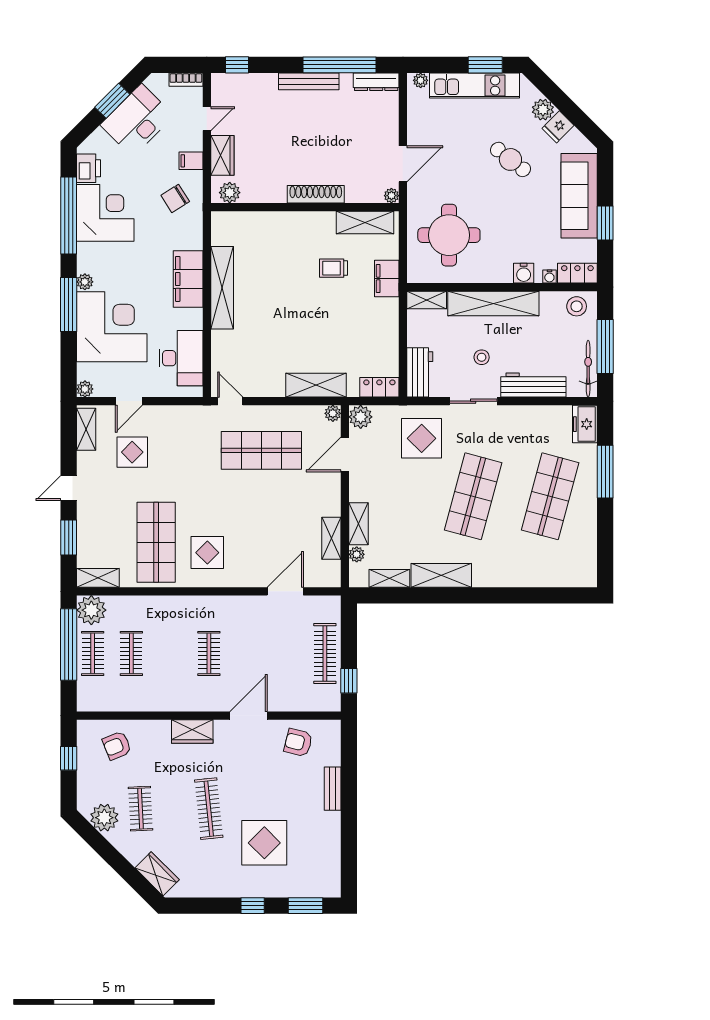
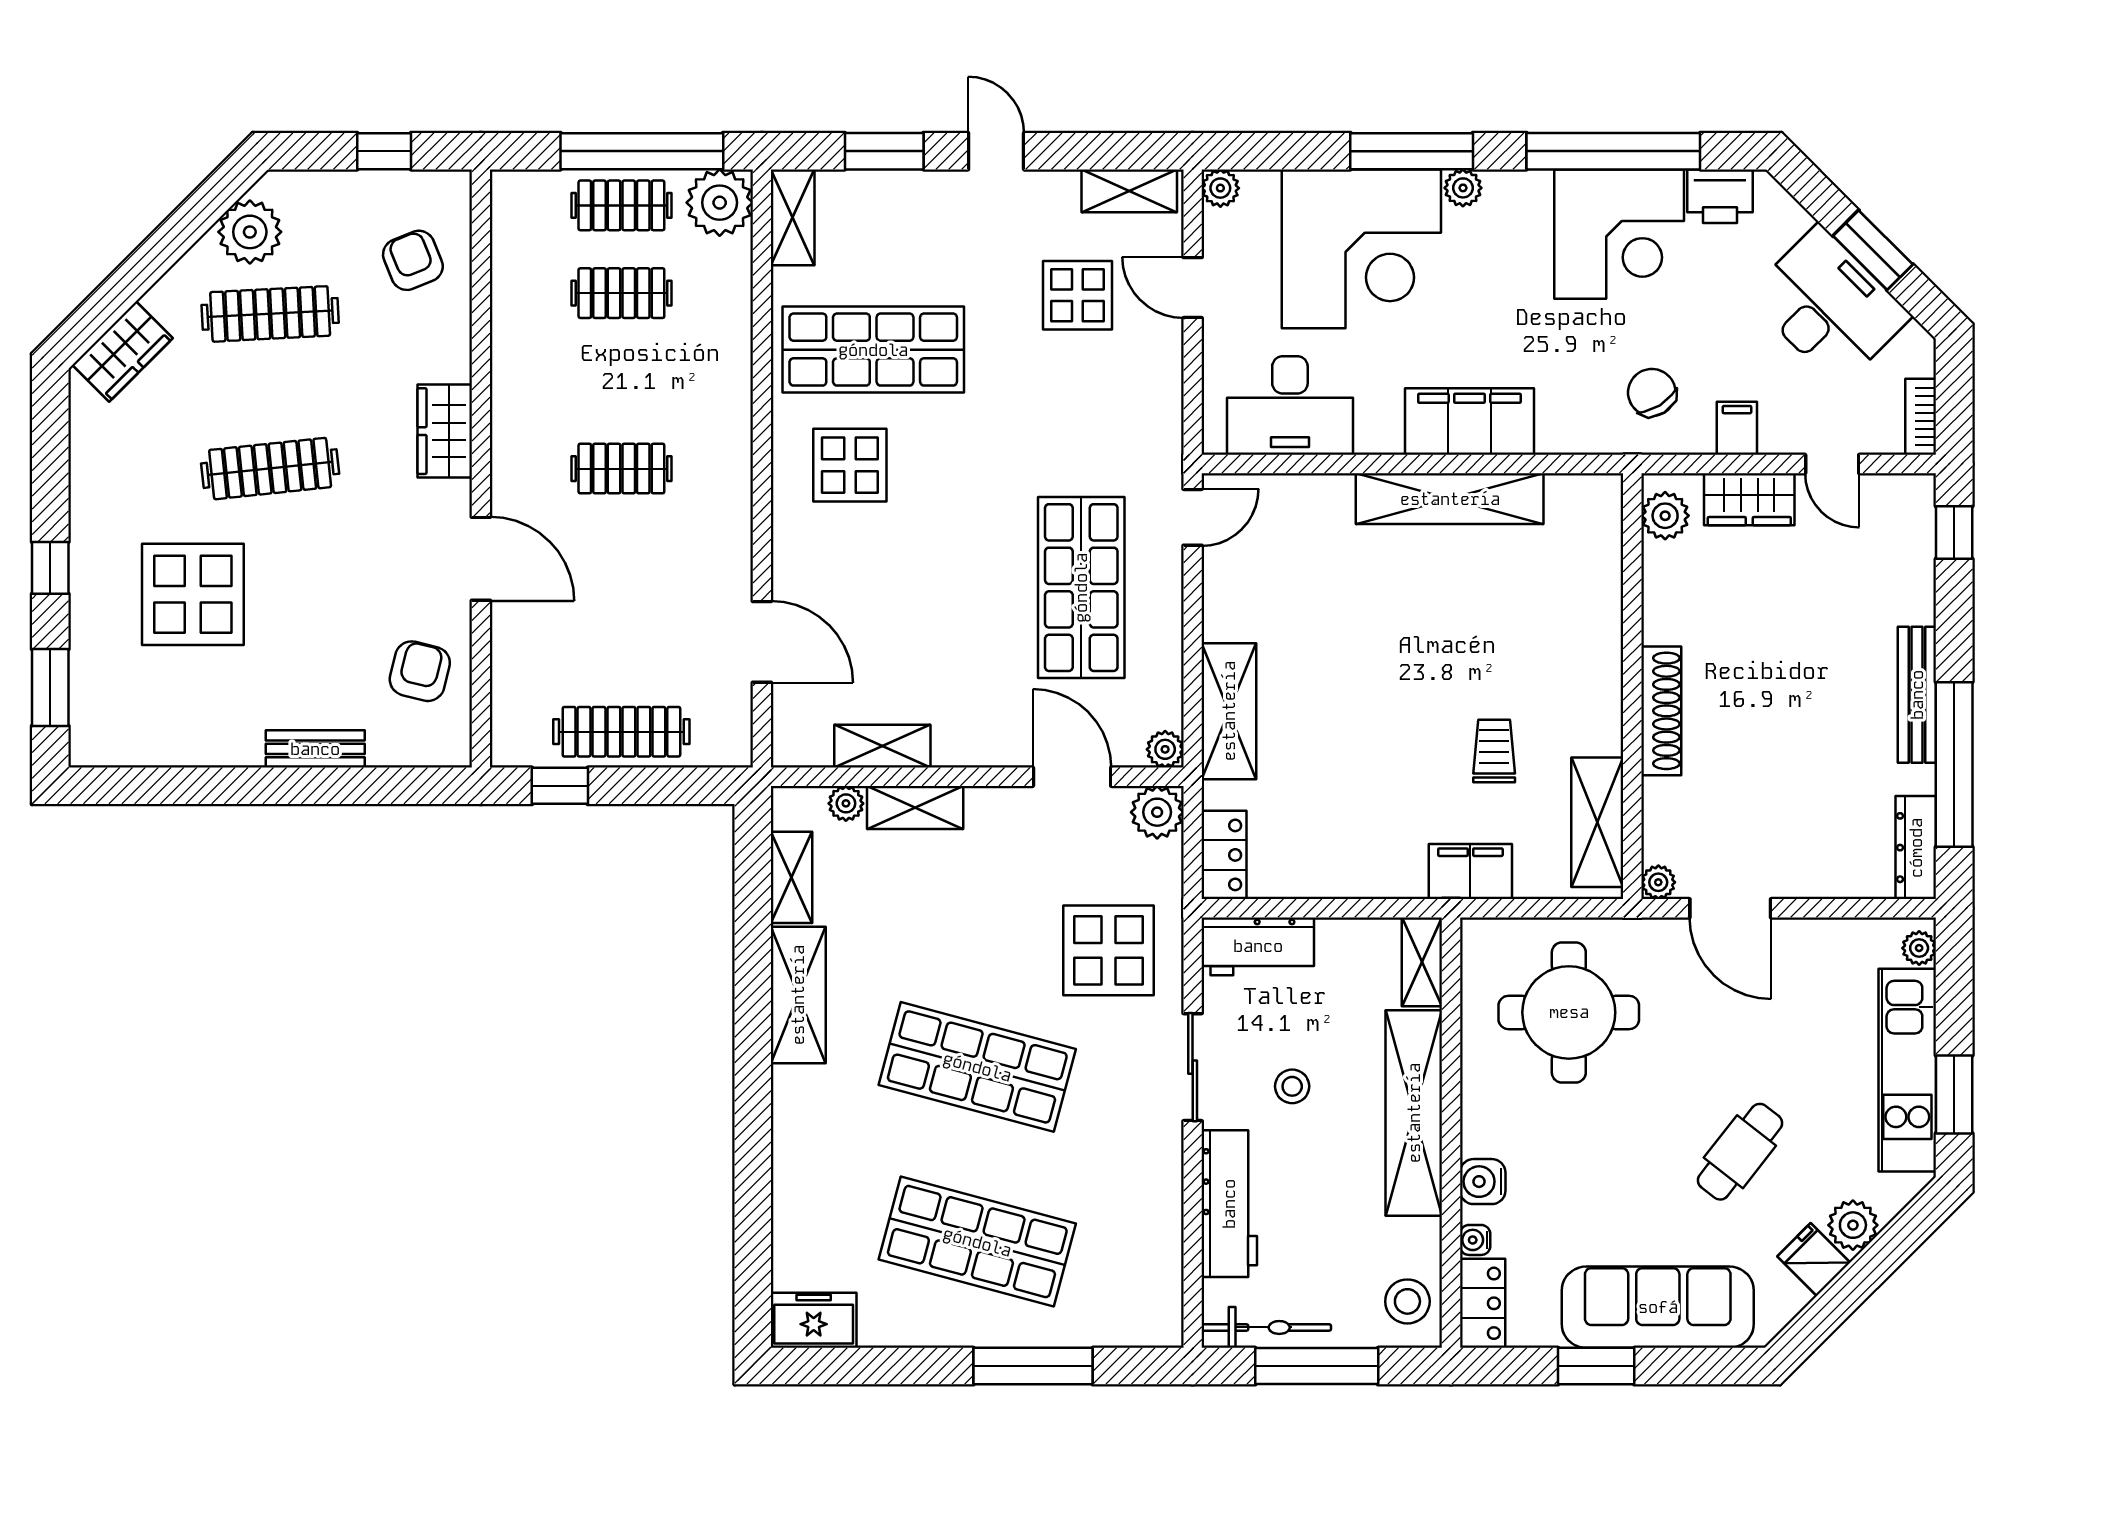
freezer: (585, 424) -> (814, 1320), moved
clothes rail: (140, 809) -> (270, 314), width x1.36

